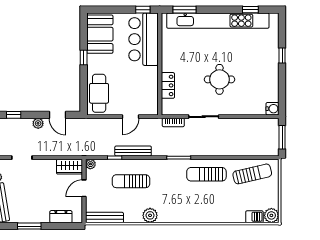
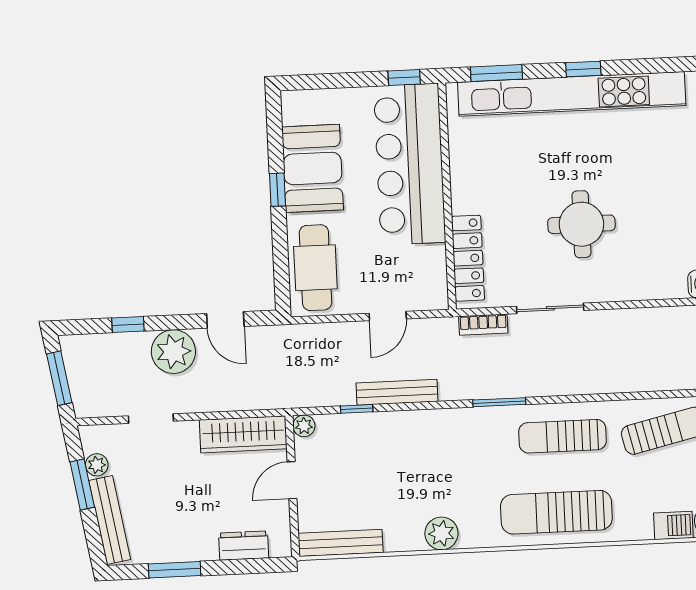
window: (250, 10) -> (583, 69), moved
booth: (100, 34) -> (312, 168), moved
bar counter: (144, 39) -> (410, 164), width x1.36
locker: (168, 85) -> (468, 258), width x1.53
plant: (38, 123) -> (173, 352), width x1.88, depth x1.88
wardrobe: (70, 167) -> (243, 434), width x1.50
sun lounger: (131, 181) -> (556, 512), moved, width x1.36, depth x1.34

